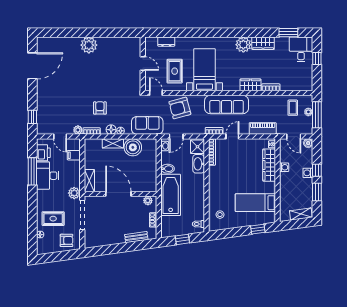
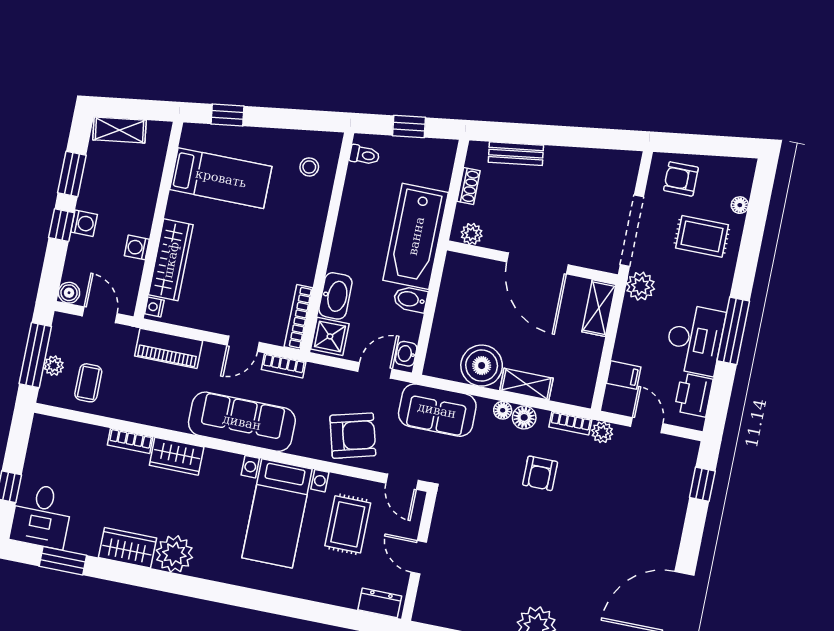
dresser: (166, 42) -> (380, 603), moved
window: (32, 171) -> (733, 331), moved

